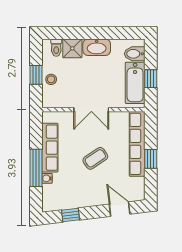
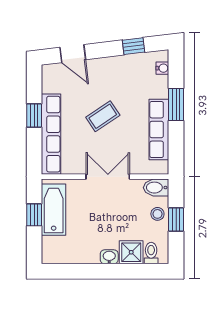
washbasin: (97, 47) -> (109, 257), width x0.52, depth x0.69
bidet: (135, 54) -> (156, 188), moved, turned 180
window: (36, 168) -> (176, 104), width x0.69
water cooler: (47, 178) -> (162, 68), moved

